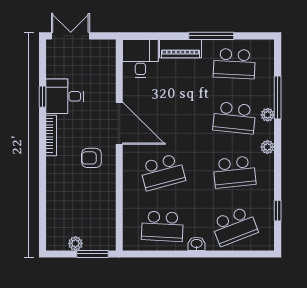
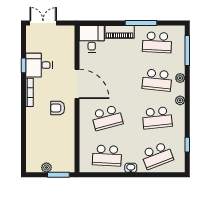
window: (278, 98) -> (187, 51), moved

